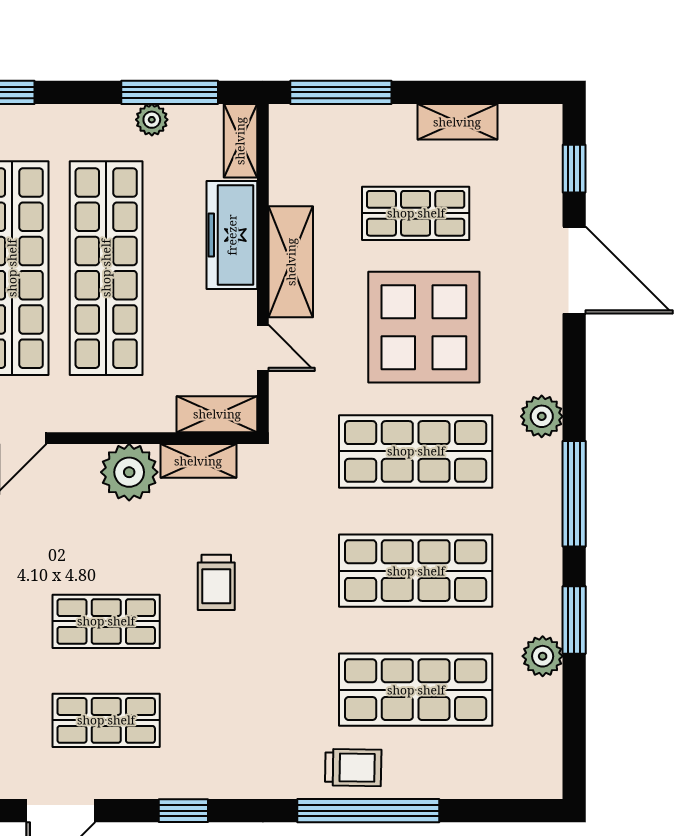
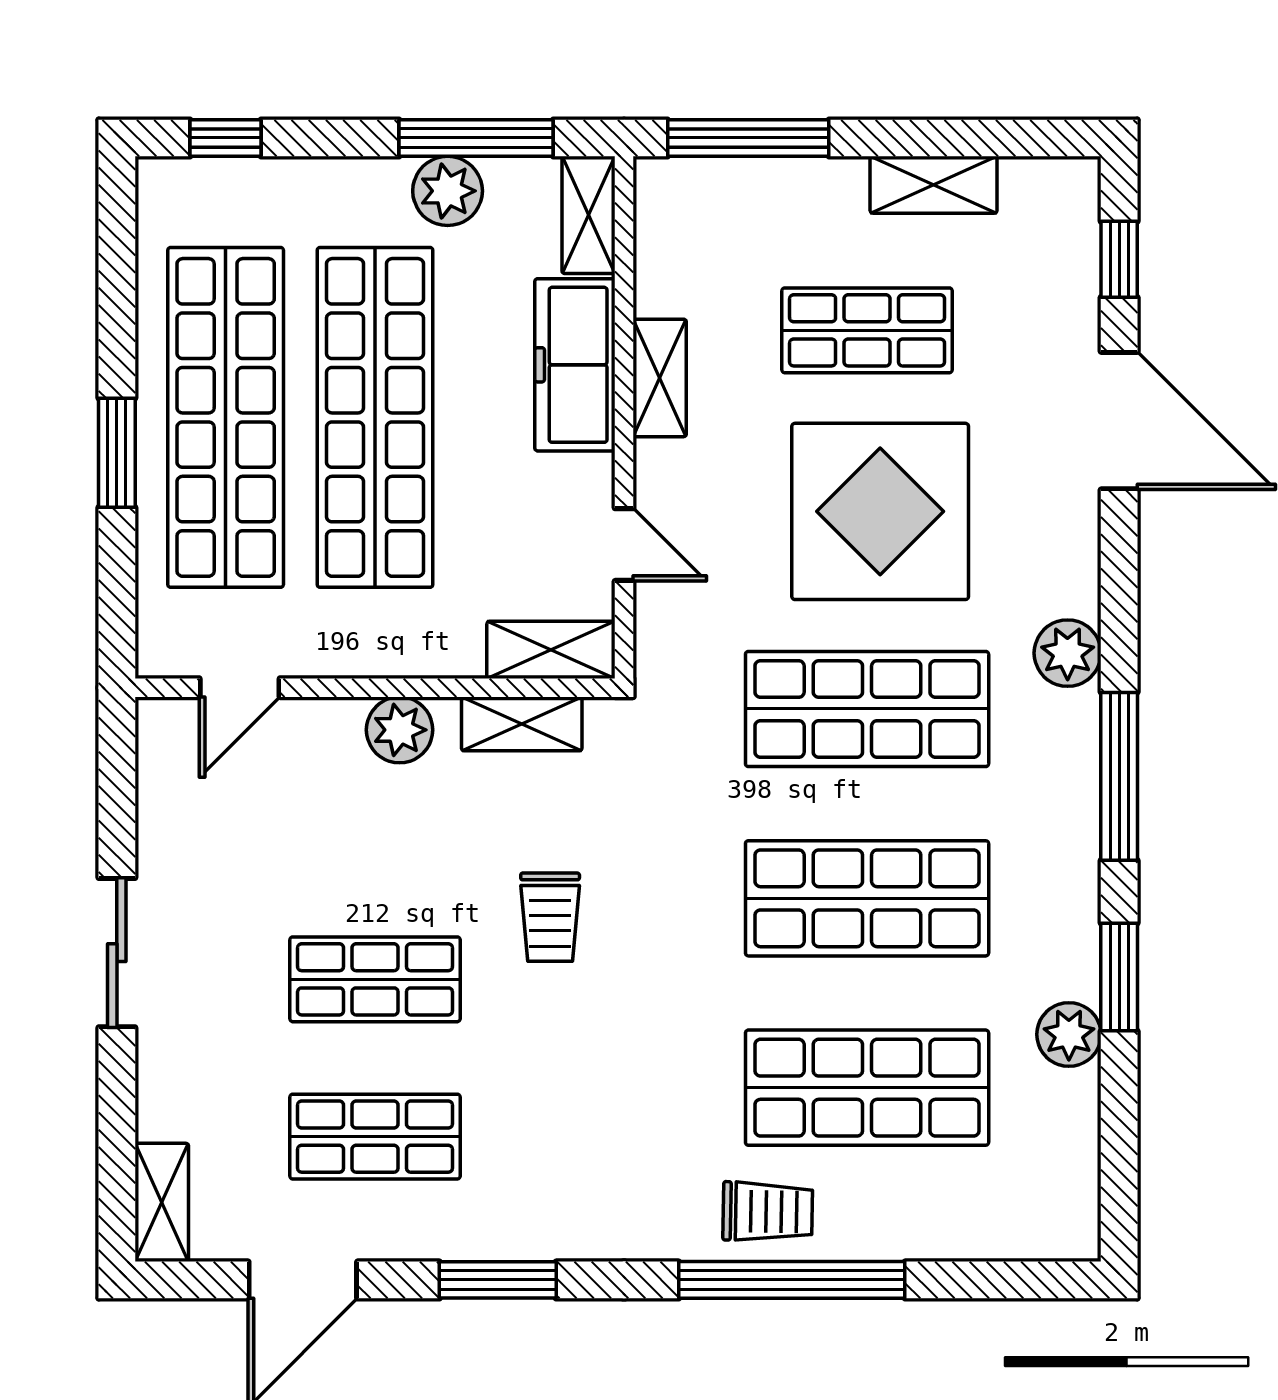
plant: (152, 120) -> (448, 191), width x1.38, depth x1.38
shelving: (291, 262) -> (660, 378), width x0.67, depth x0.75
plant: (129, 472) -> (400, 730), width x0.73, depth x0.73
window: (183, 811) -> (498, 1280), width x1.50

